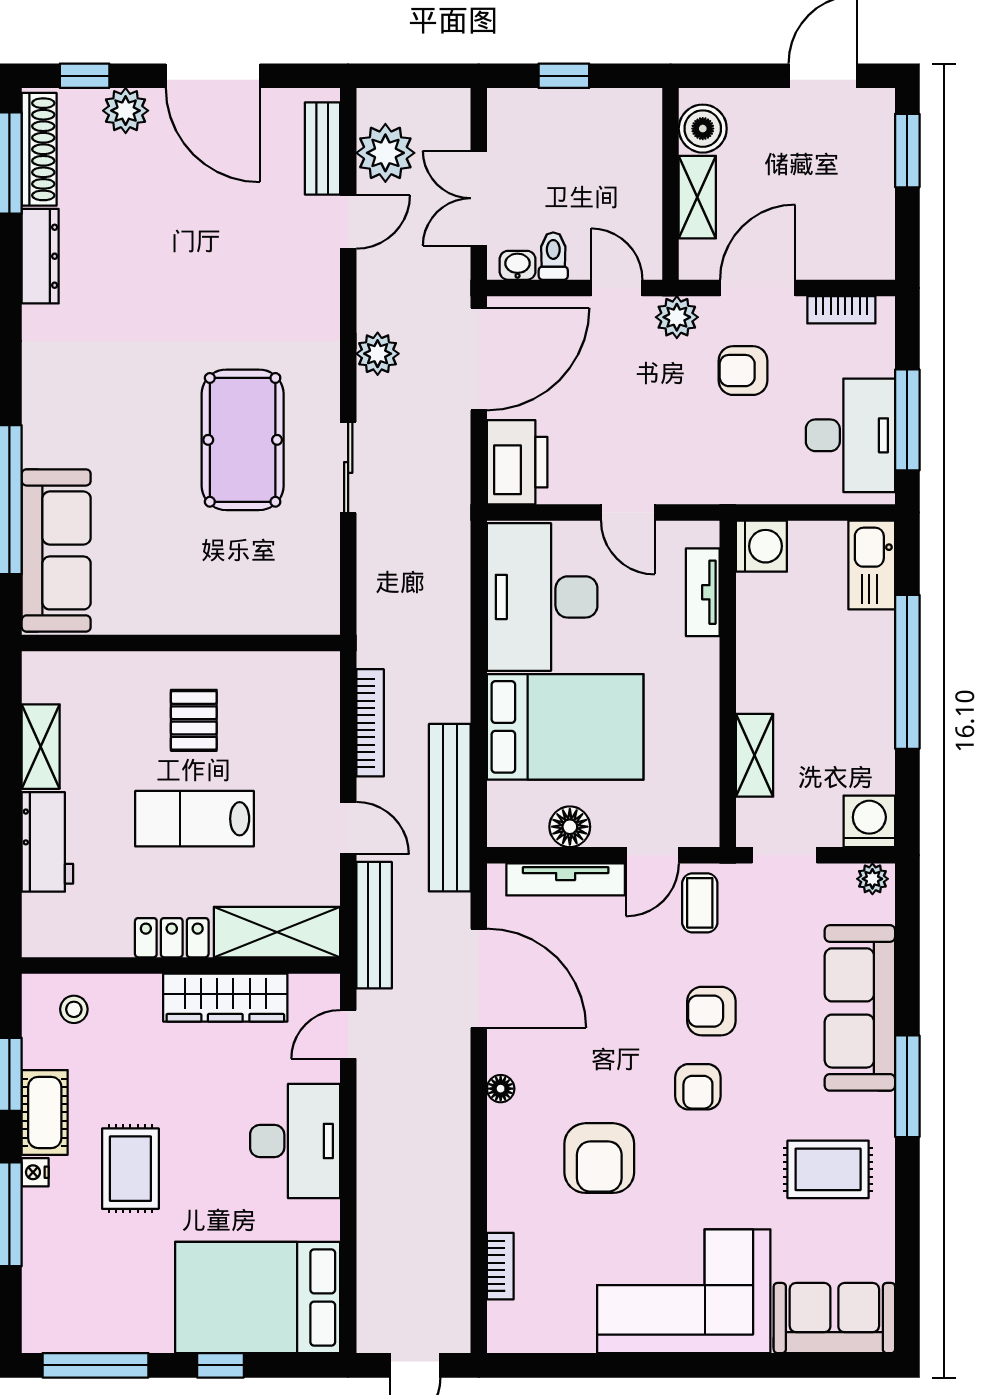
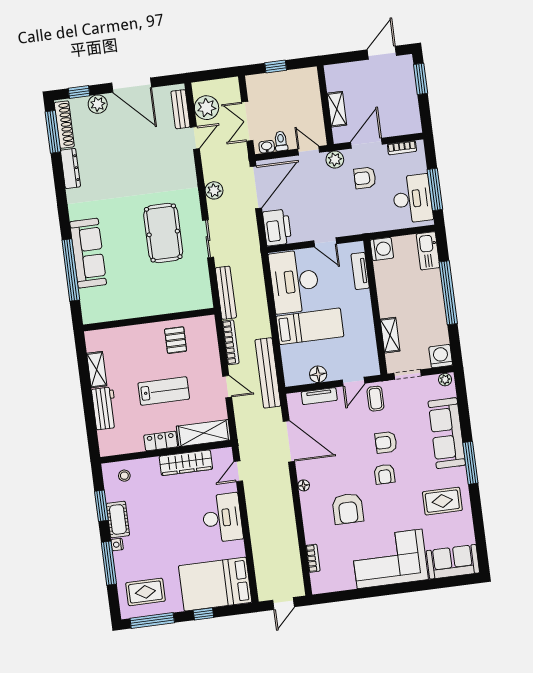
boiler: (703, 129) -> (335, 81), removed
sofa: (56, 550) -> (88, 253), moved
pallet: (194, 720) -> (176, 340), moved
bed: (565, 727) -> (310, 326), width x0.67
lab bench: (195, 819) -> (164, 391), turned 180
tv unit: (566, 879) -> (319, 396), width x0.71
bench: (374, 925) -> (226, 293), moved
rug: (130, 1169) -> (145, 592), moved, turned 90

